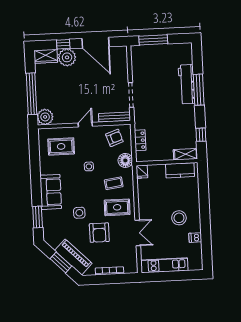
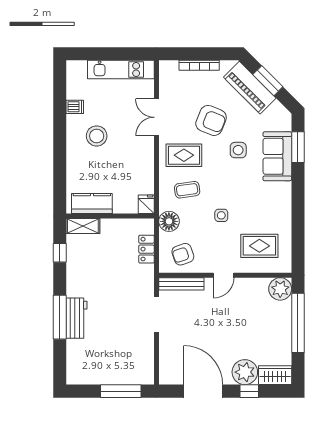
workbench: (187, 84) -> (77, 318), width x0.73
sofa: (51, 192) -> (277, 156), moved
armchair: (99, 233) -> (211, 120), turned 112

